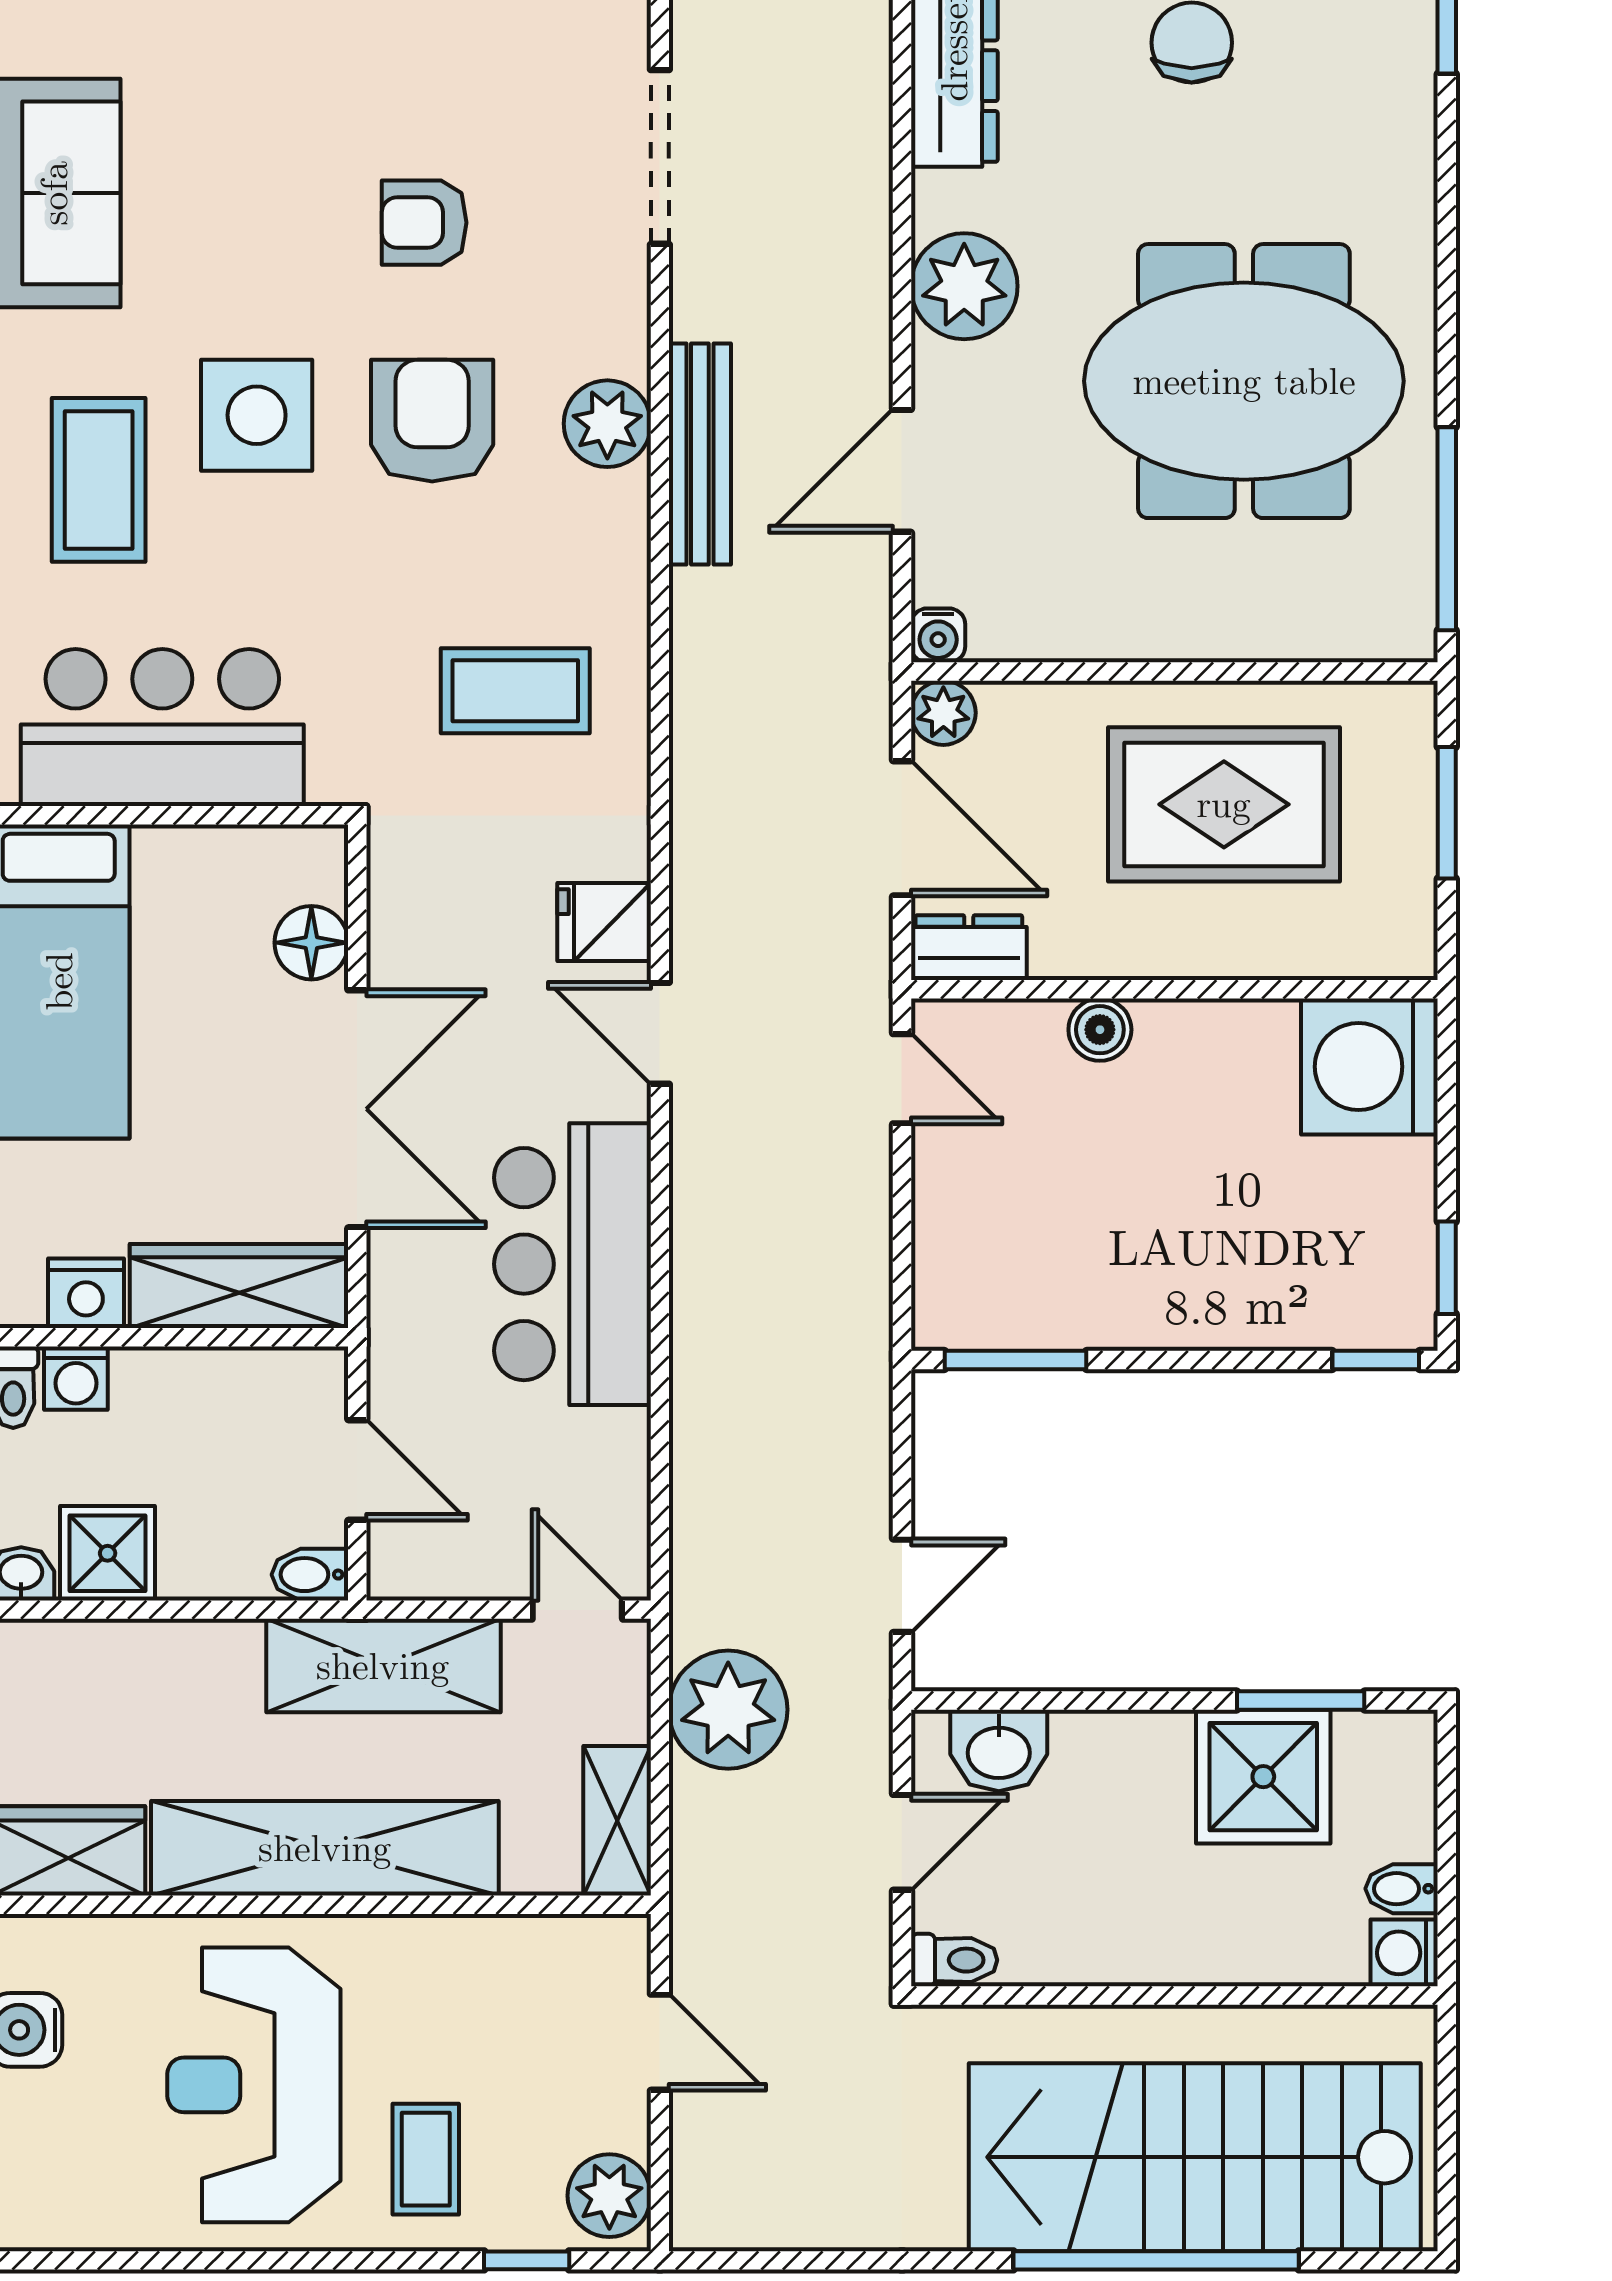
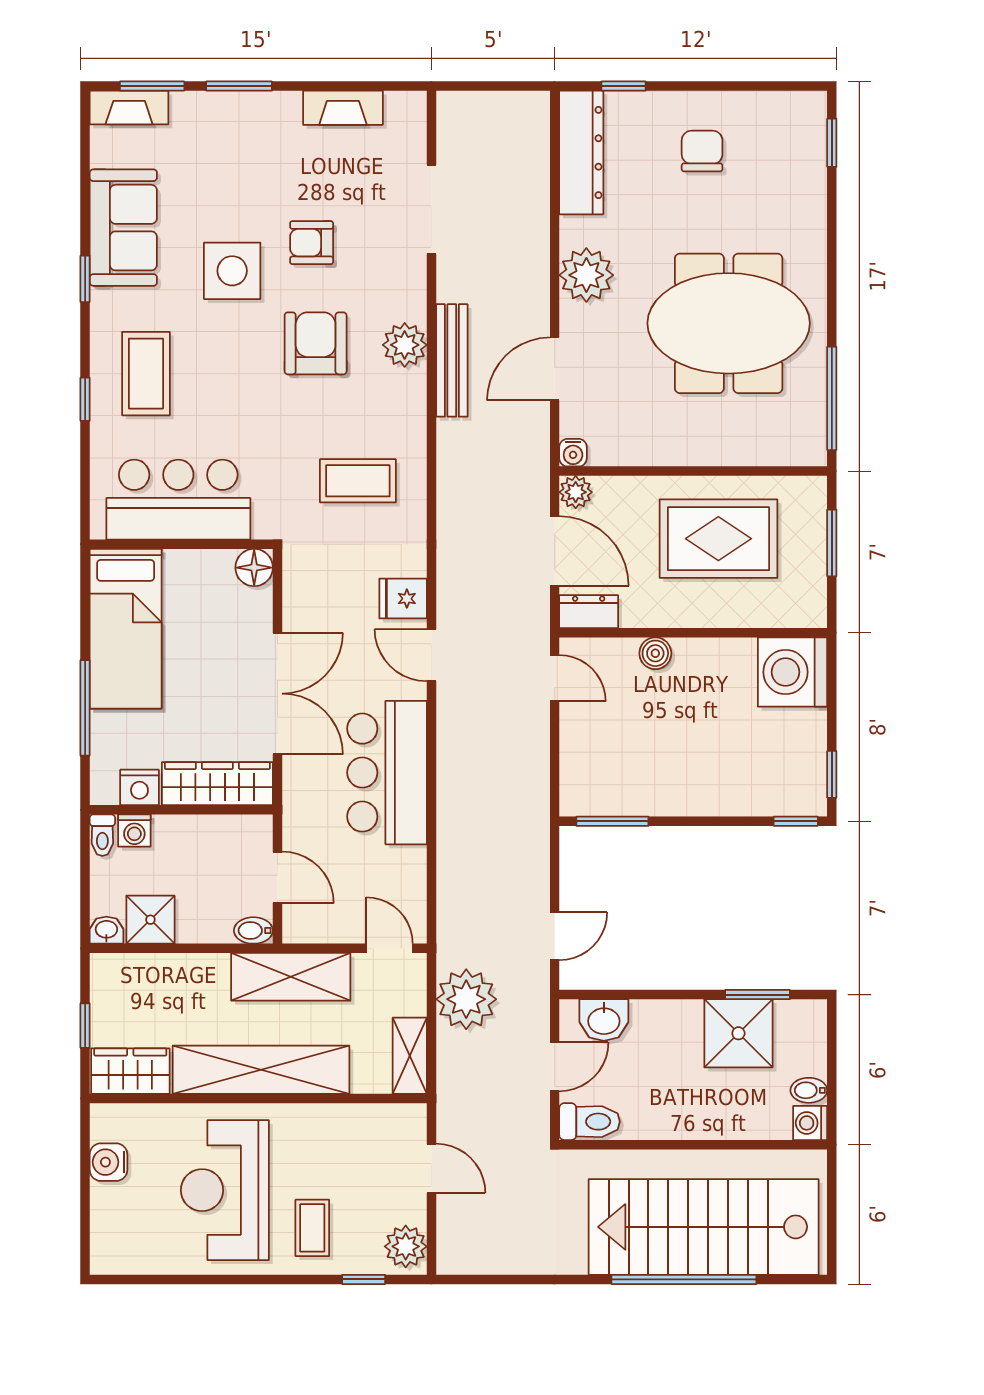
side table: (257, 415) -> (232, 271), moved
floor lamp: (311, 943) -> (254, 568), moved
toilet: (954, 1960) -> (590, 1122), width x1.37, depth x1.39

